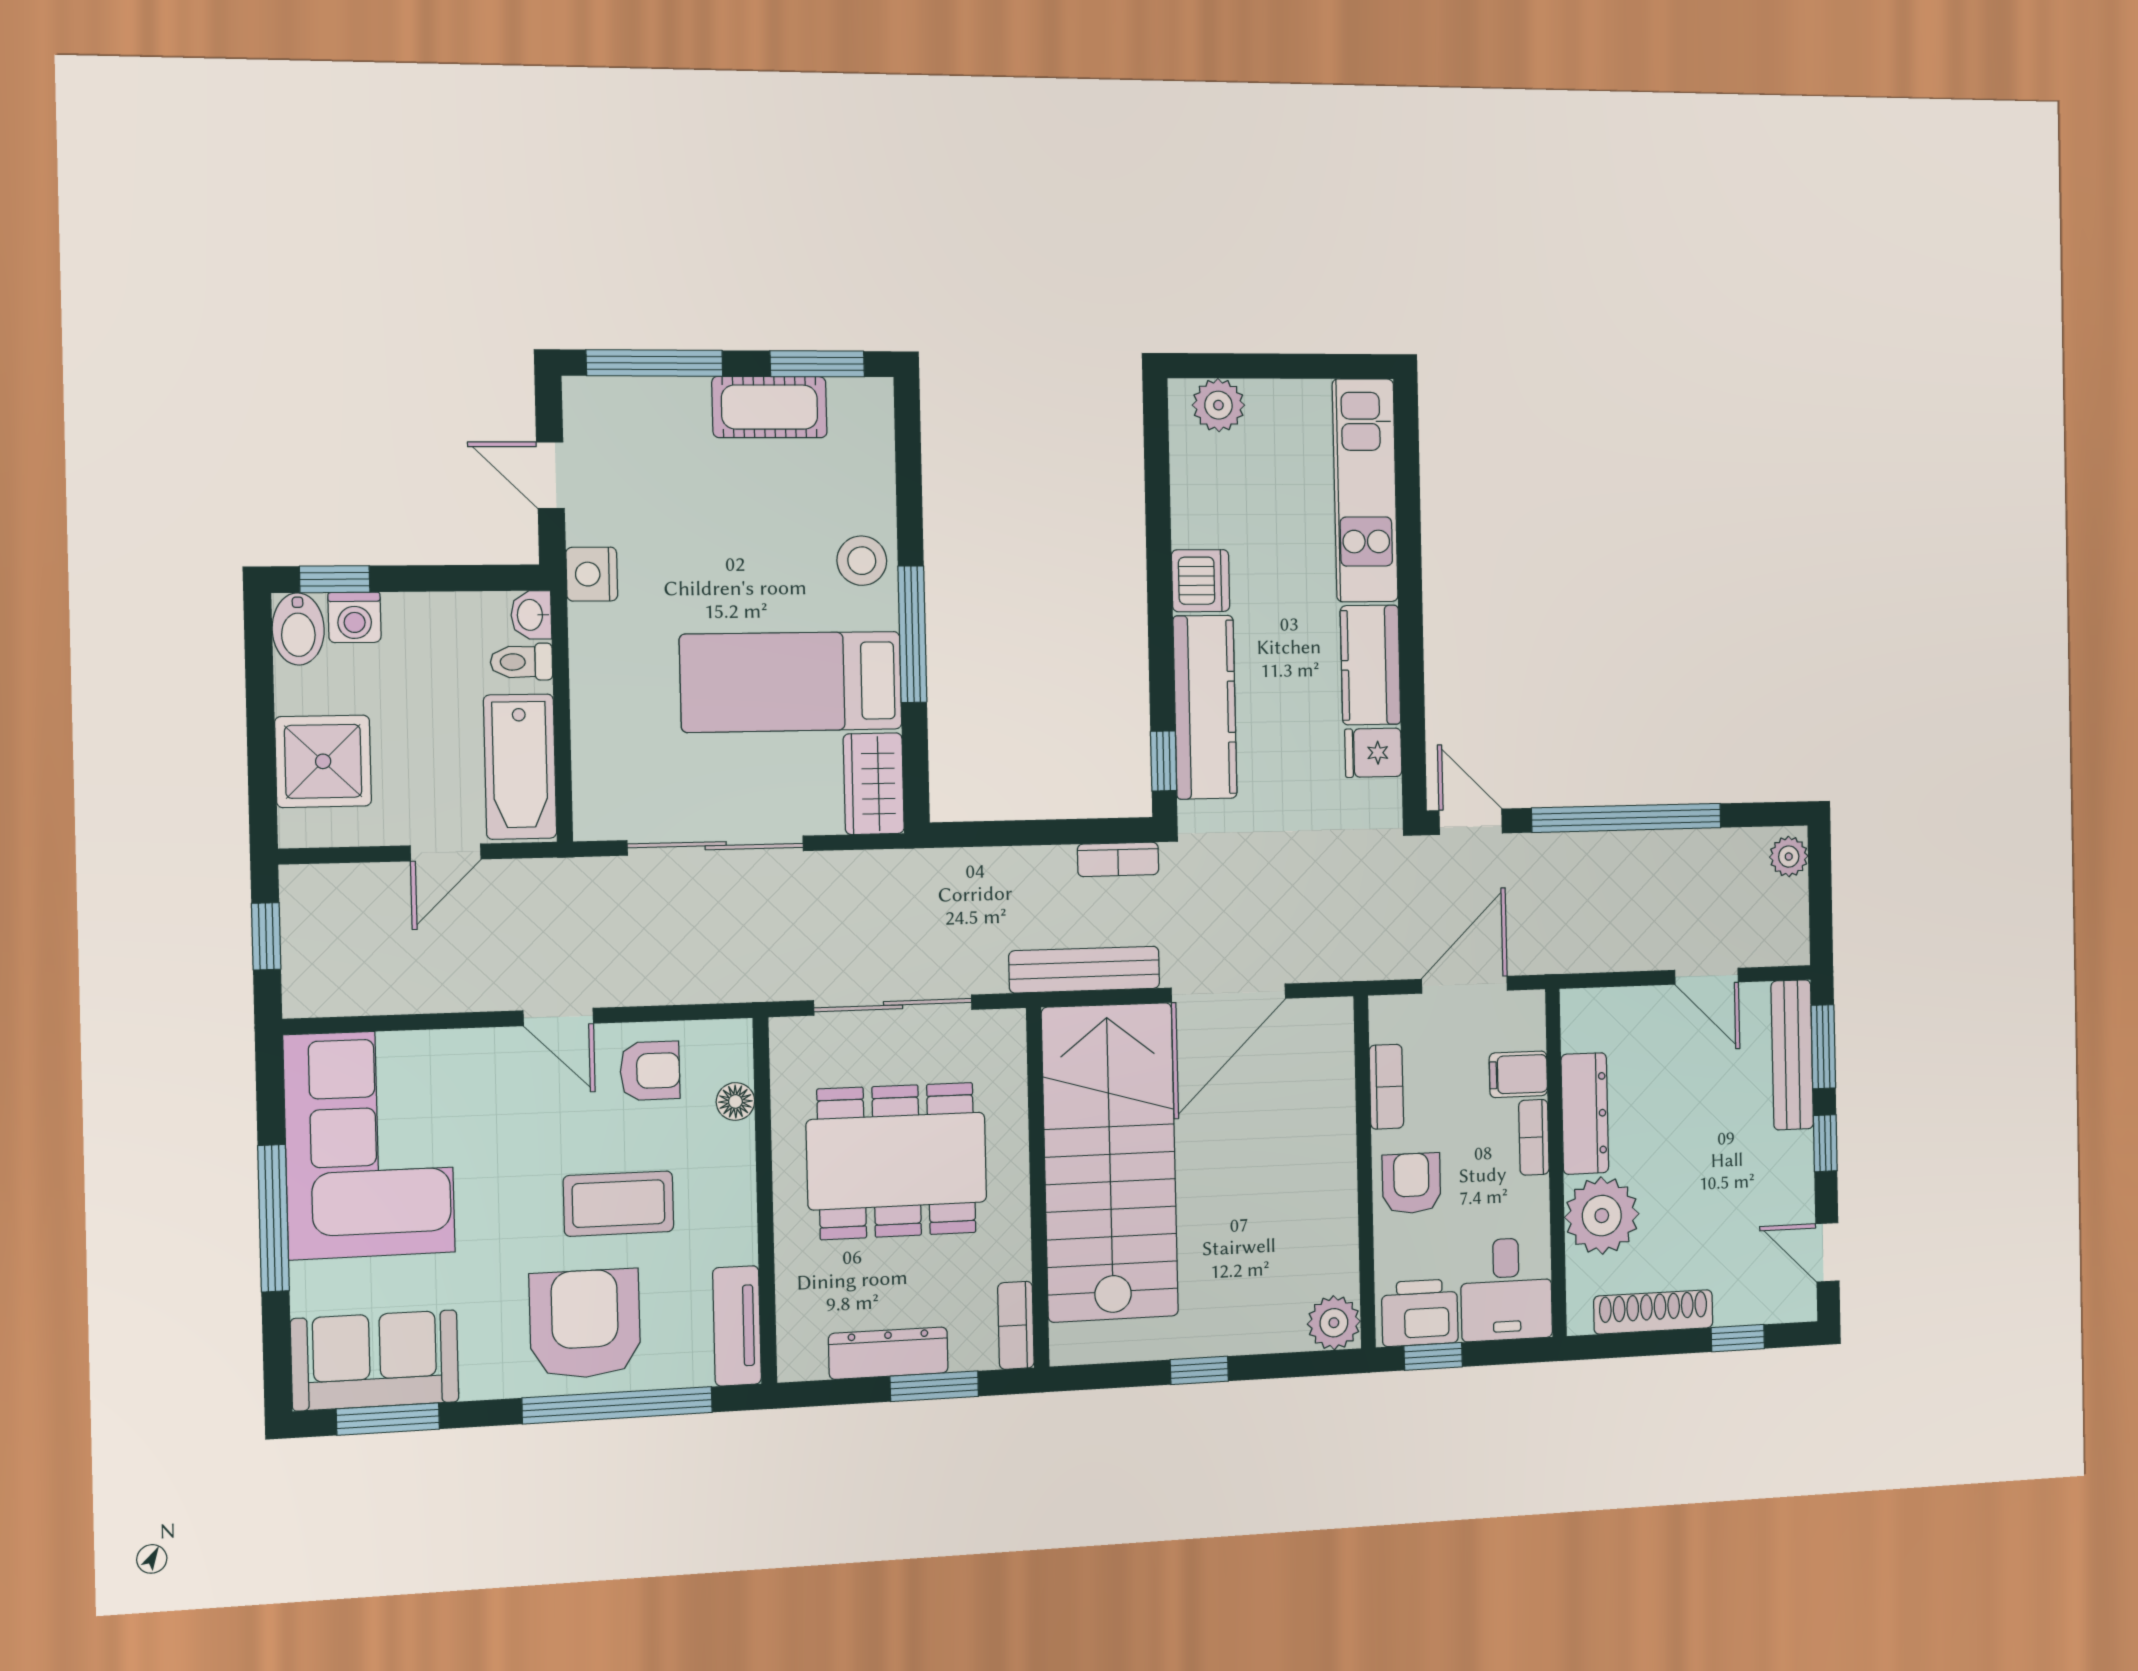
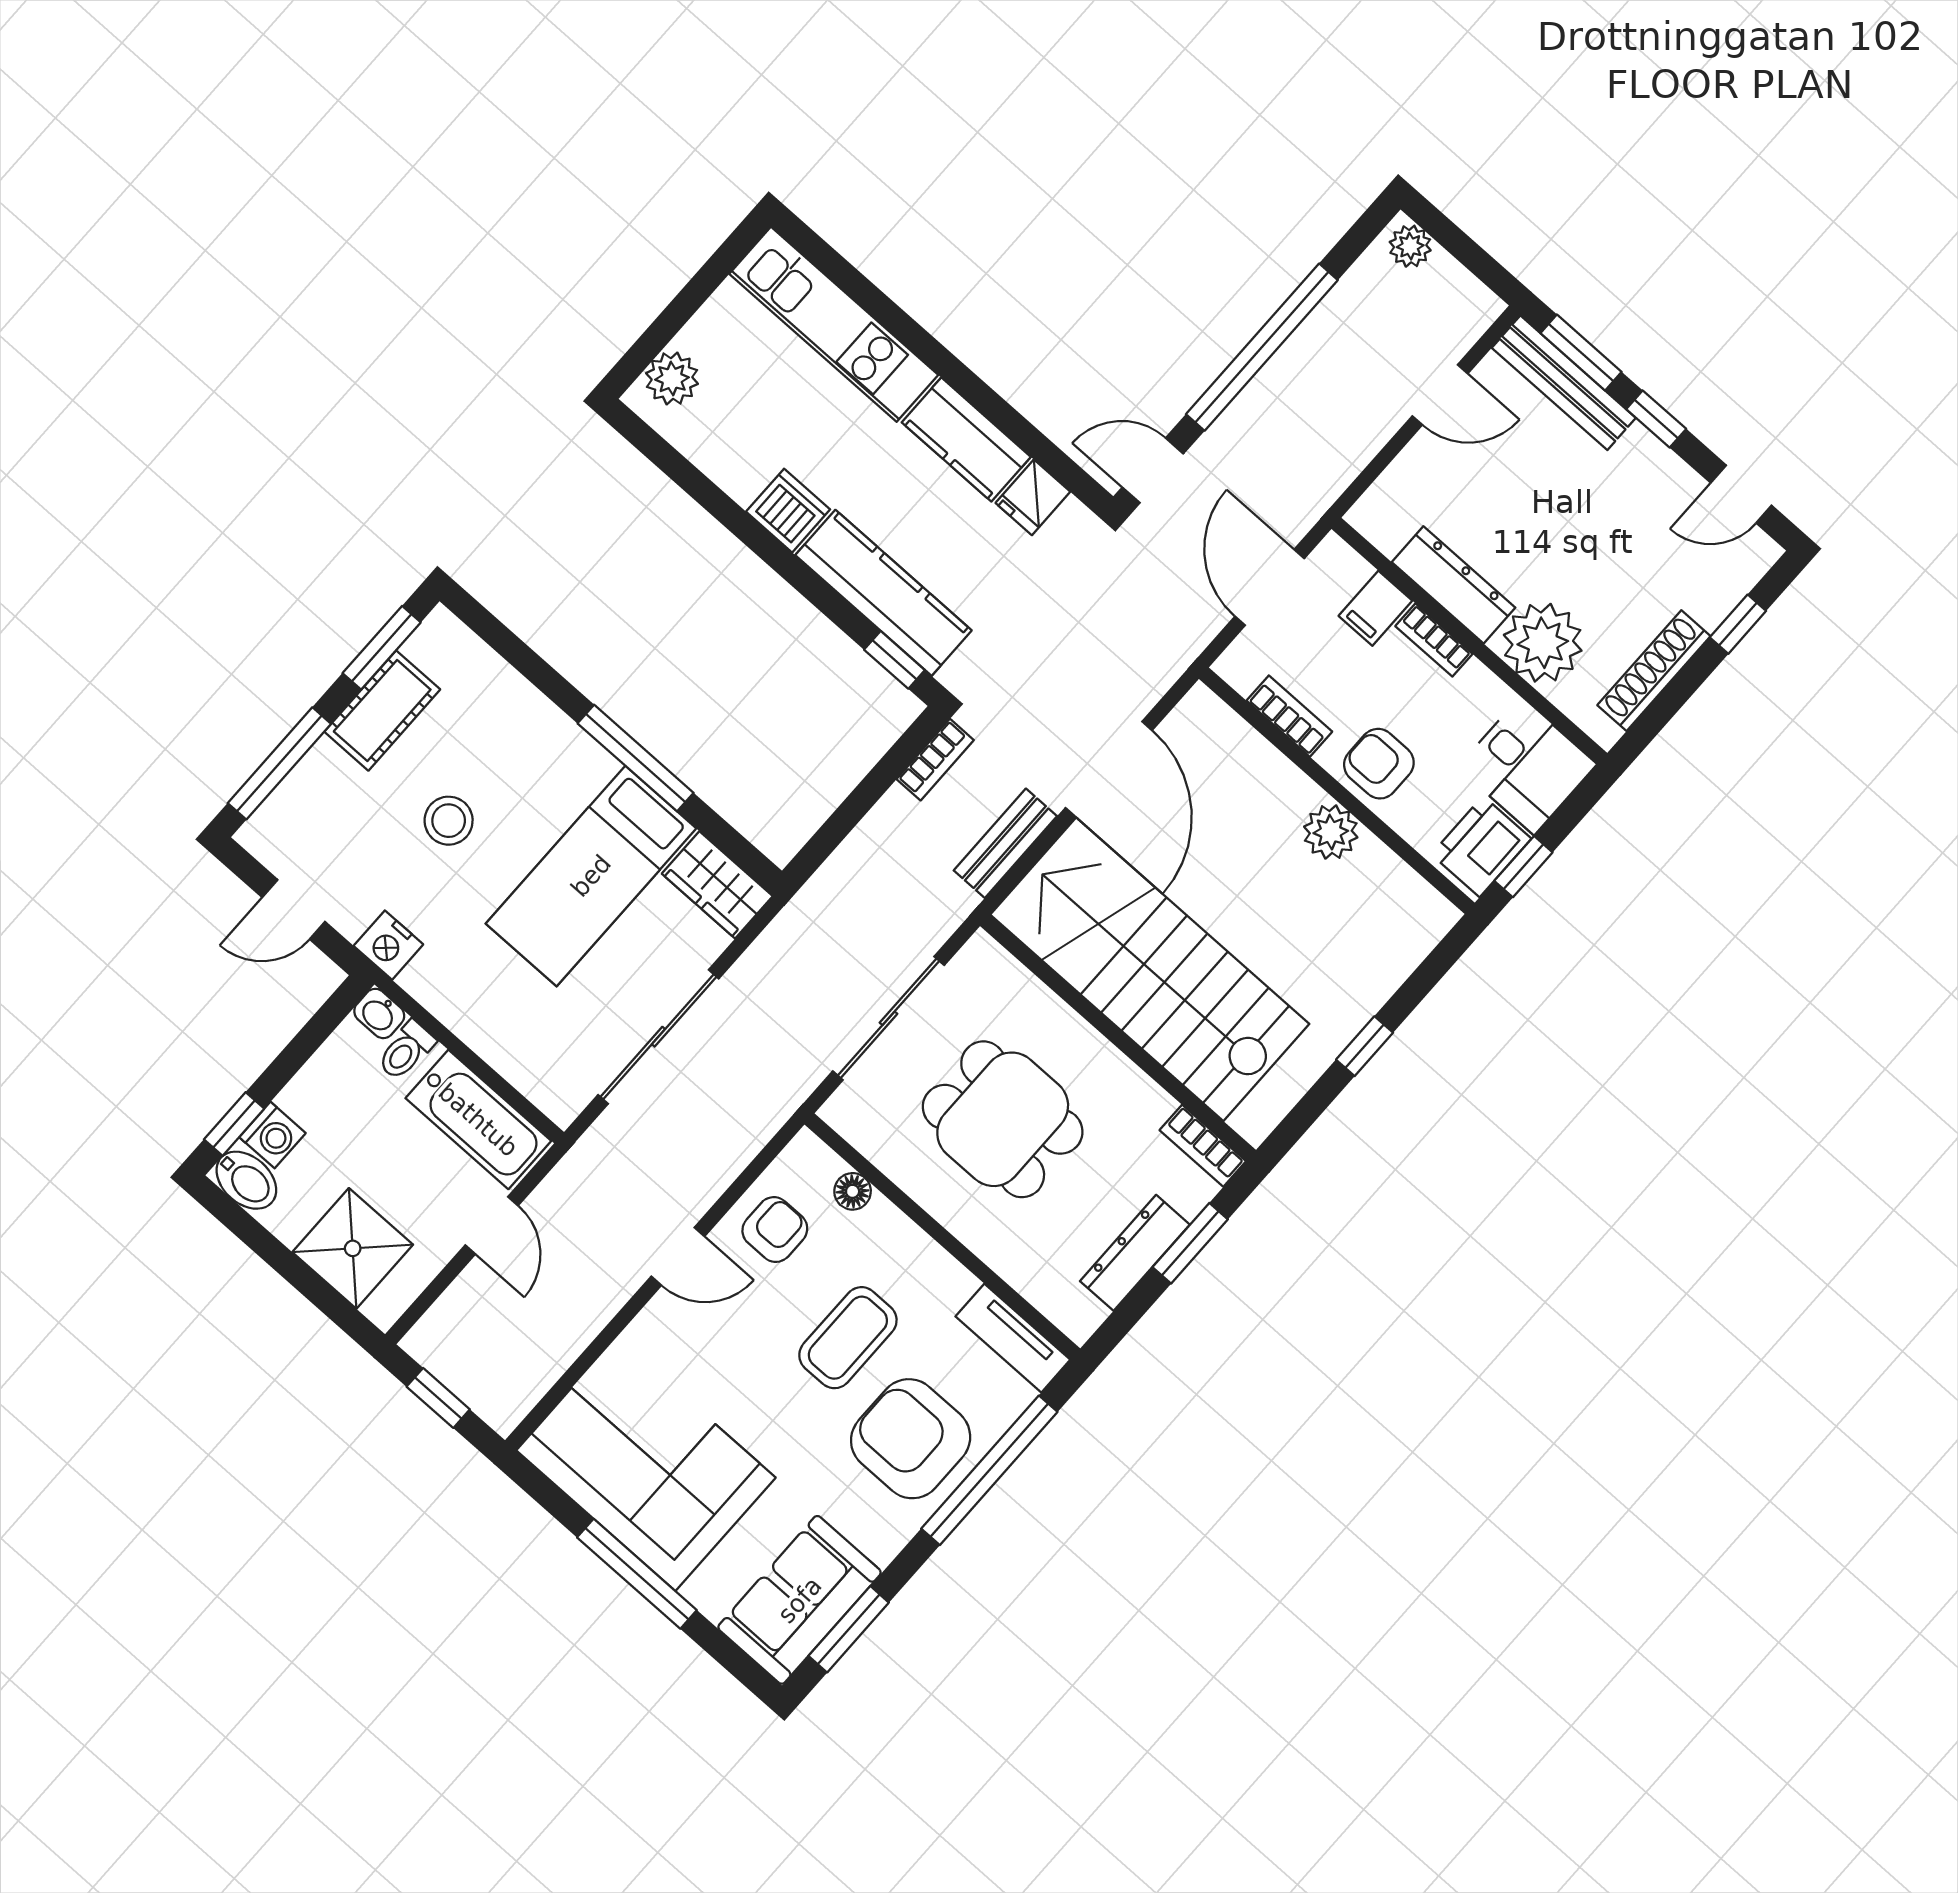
stool: (862, 561) -> (449, 821), moved
bench: (1084, 970) -> (1005, 843), width x0.73
dining table: (897, 1161) -> (1003, 1119), width x0.73
plant: (1334, 1323) -> (1331, 832), moved

